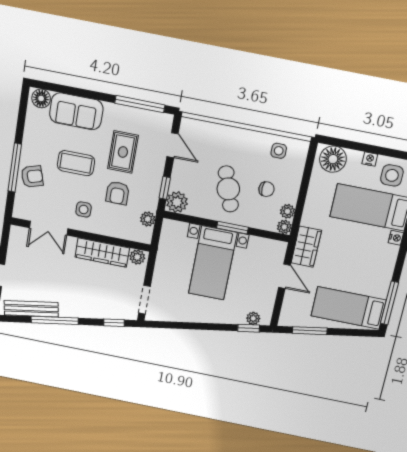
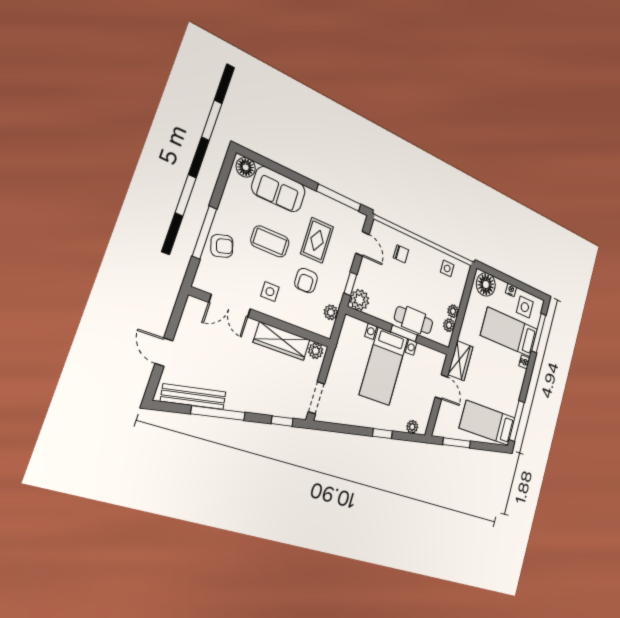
cafe table: (228, 189) -> (414, 320), moved, turned -71
chair: (267, 189) -> (401, 254), moved
plant: (284, 227) -> (453, 311), moved
window: (249, 328) -> (382, 434), moved

